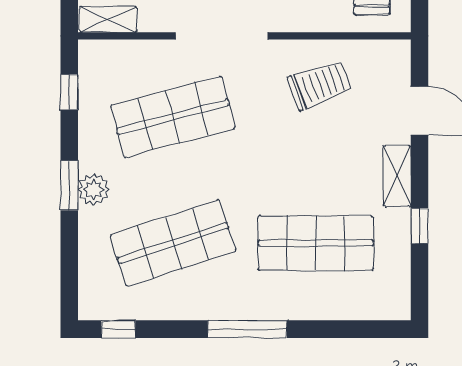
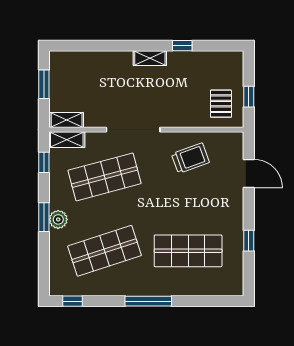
shelving: (397, 176) -> (67, 140), moved, turned 90

